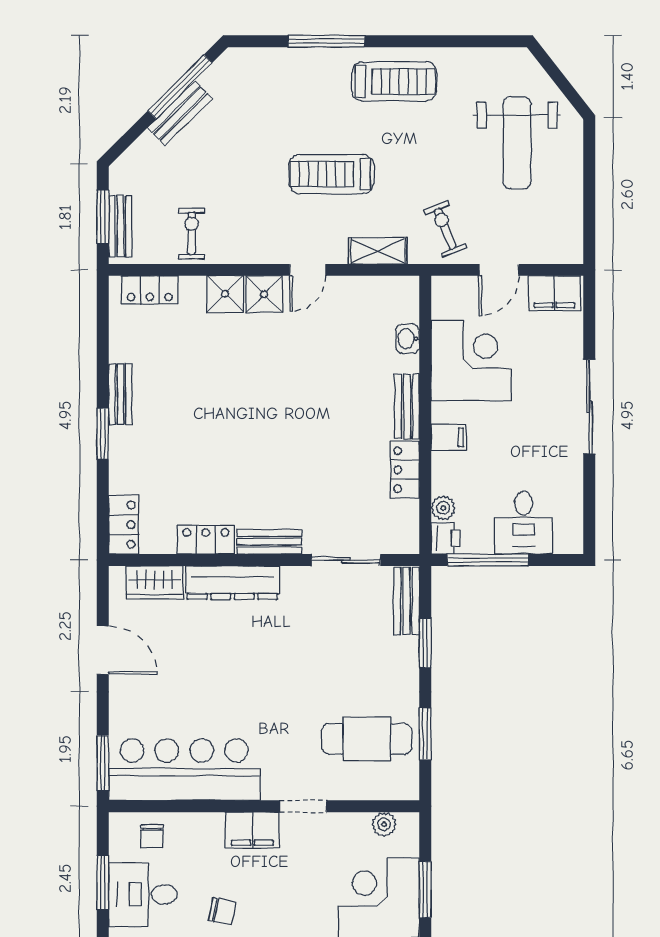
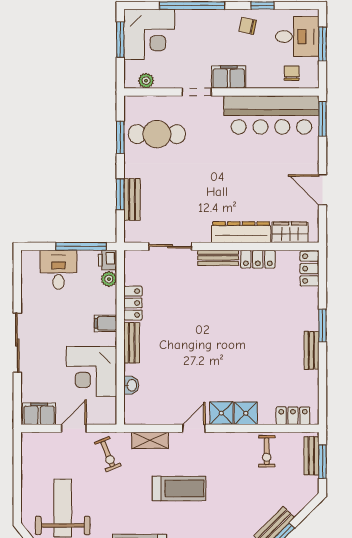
bench: (406, 601) -> (132, 199), moved

